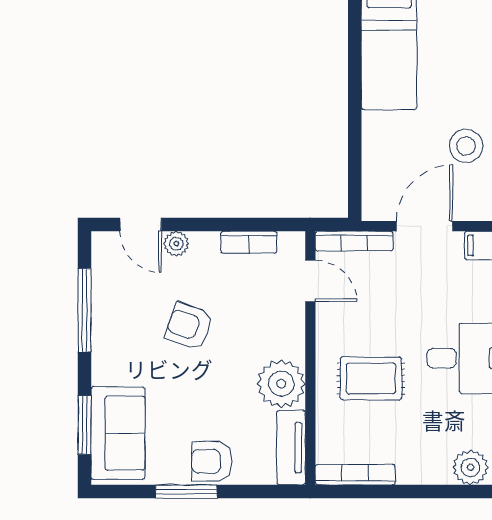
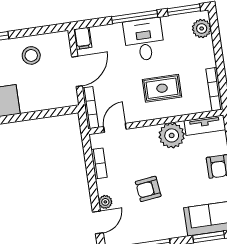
door: (425, 226) -> (77, 71), swing flipped
armchair: (189, 326) -> (148, 189), turned 63
rug: (371, 378) -> (162, 88), turned 90

